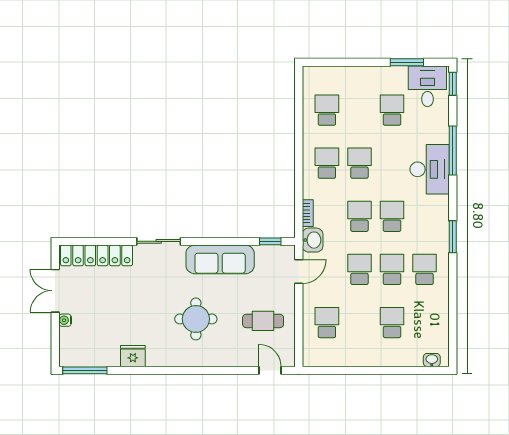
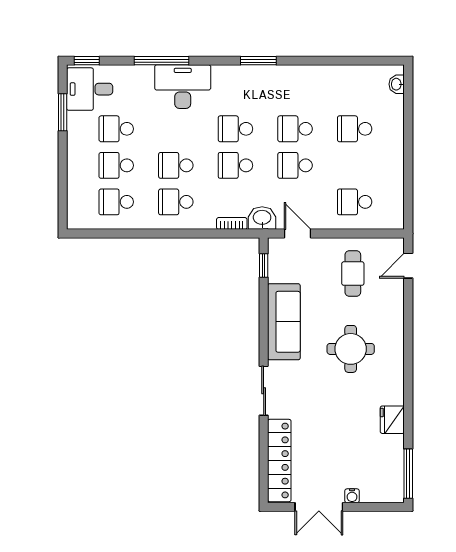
school desk: (425, 269) -> (116, 165), moved

